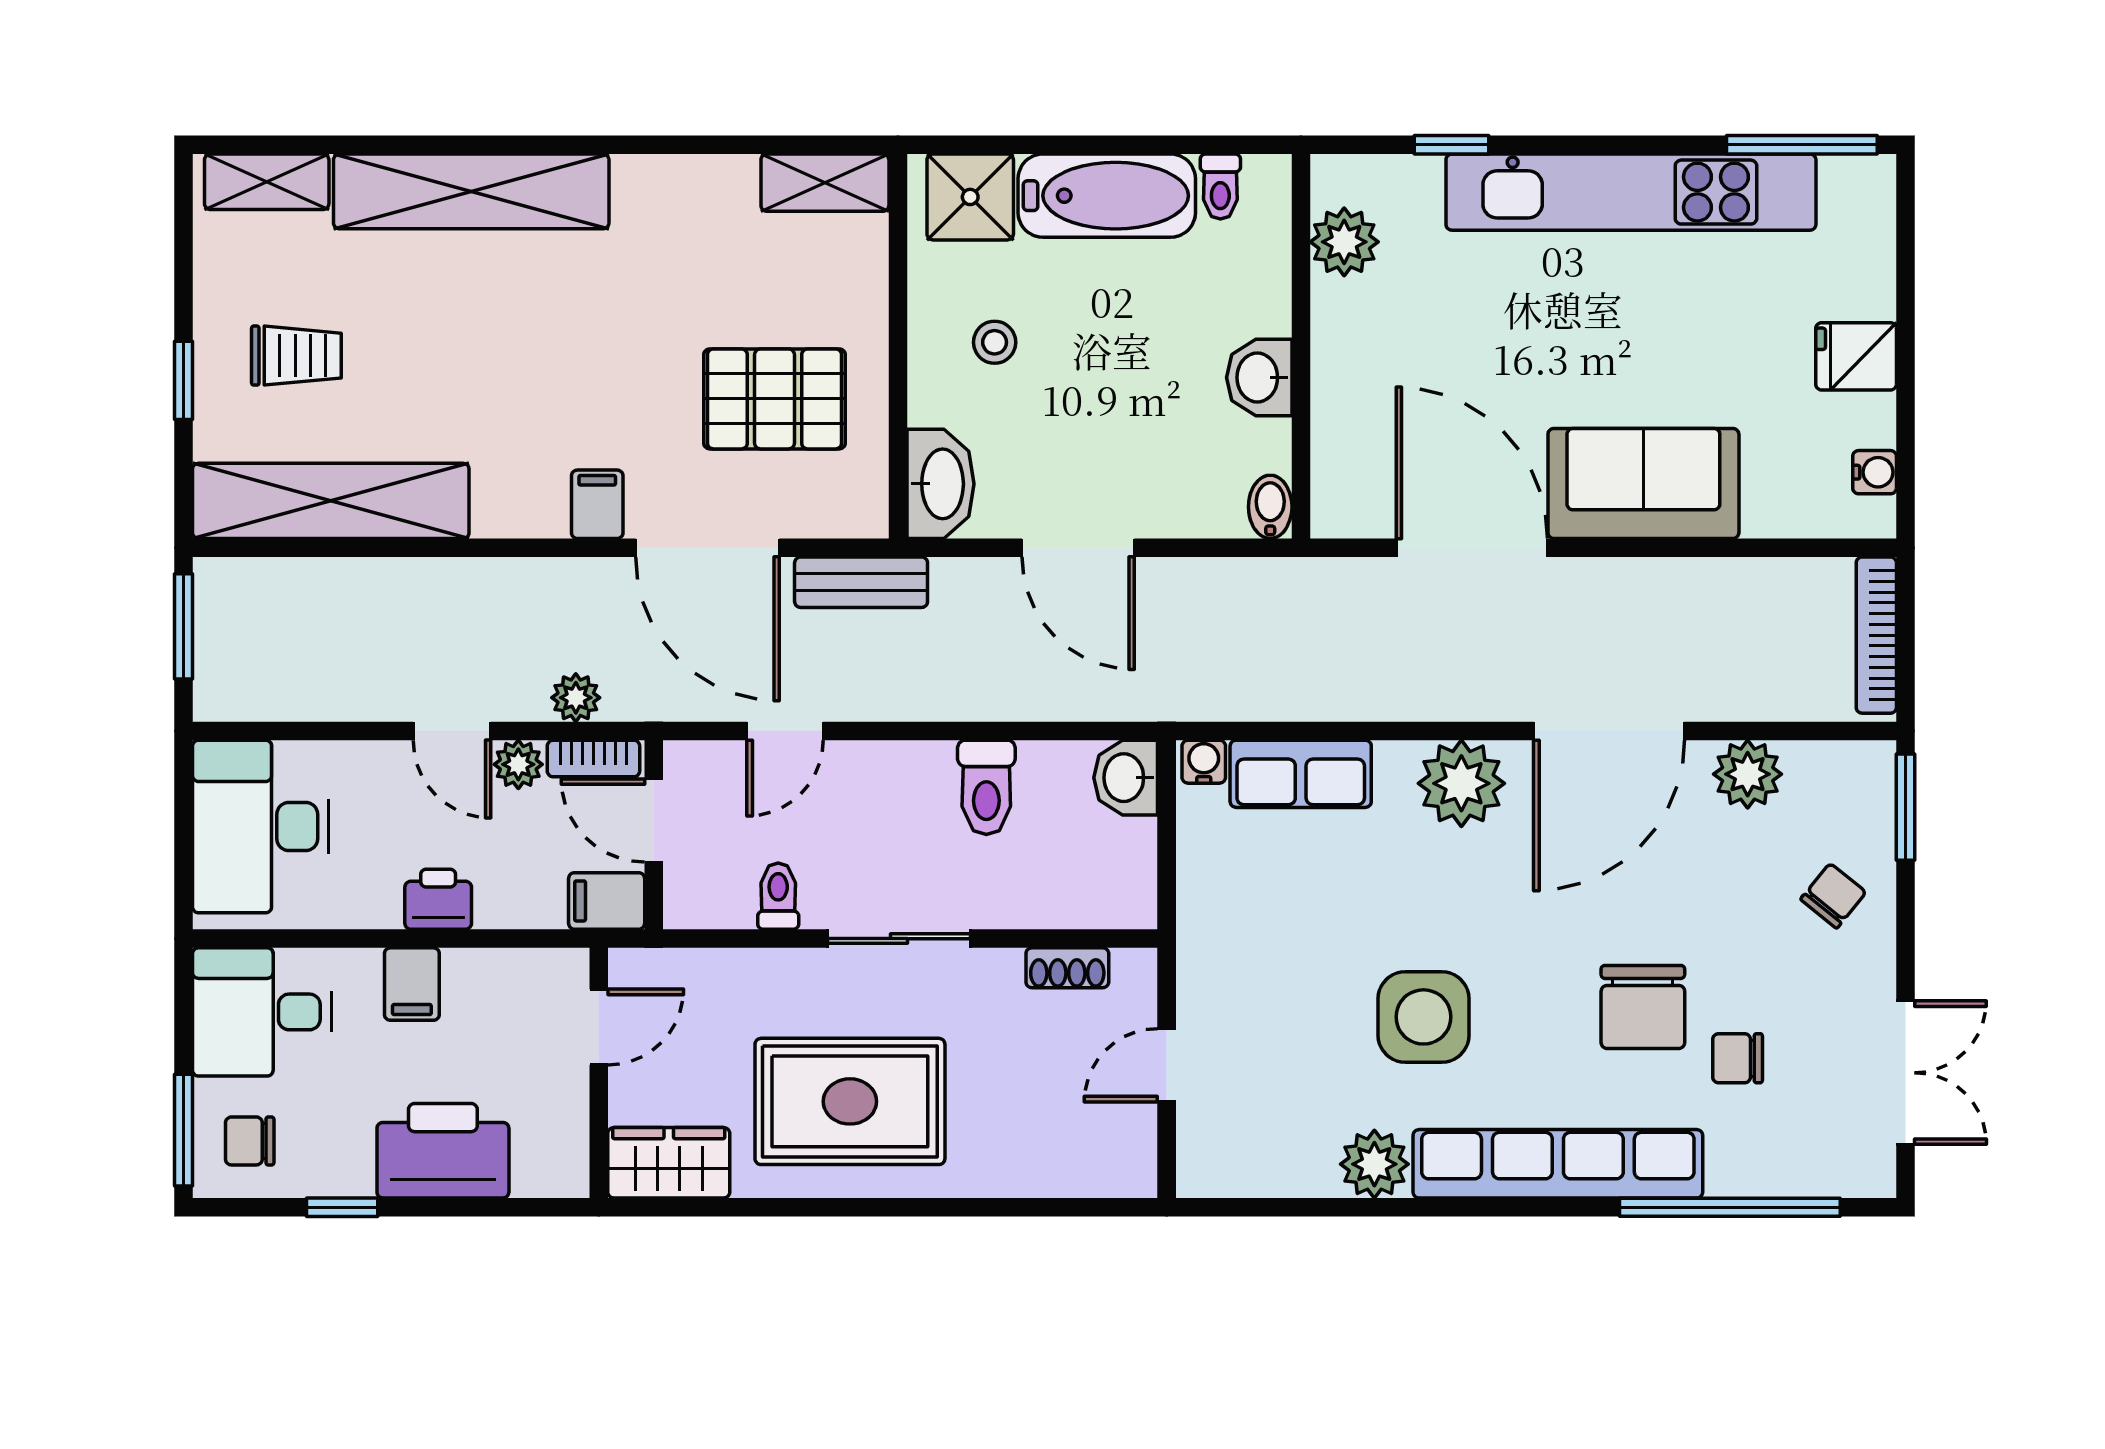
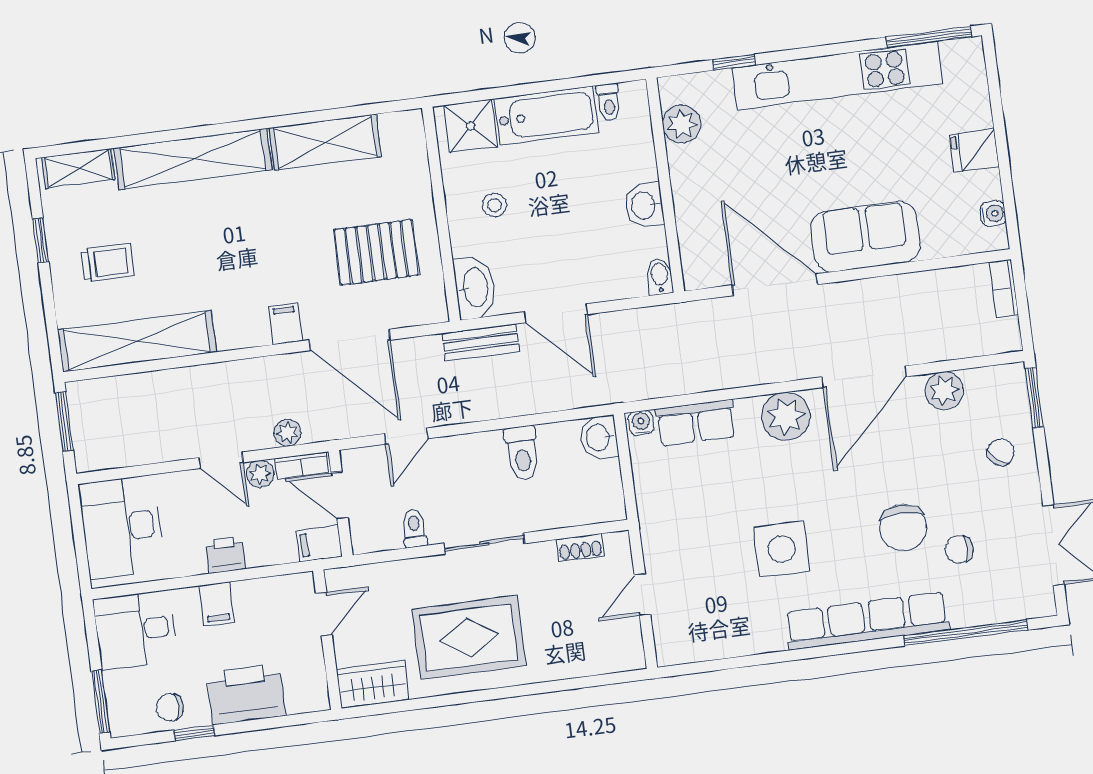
shelving: (825, 183) -> (325, 142), moved, width x1.50, depth x1.33
window: (184, 380) -> (41, 241), moved
bench: (861, 582) -> (481, 342), moved
bookcase: (1876, 635) -> (1004, 288), width x0.64
chair: (250, 1141) -> (170, 707), moved
plant: (1374, 1164) -> (765, 634), removed

